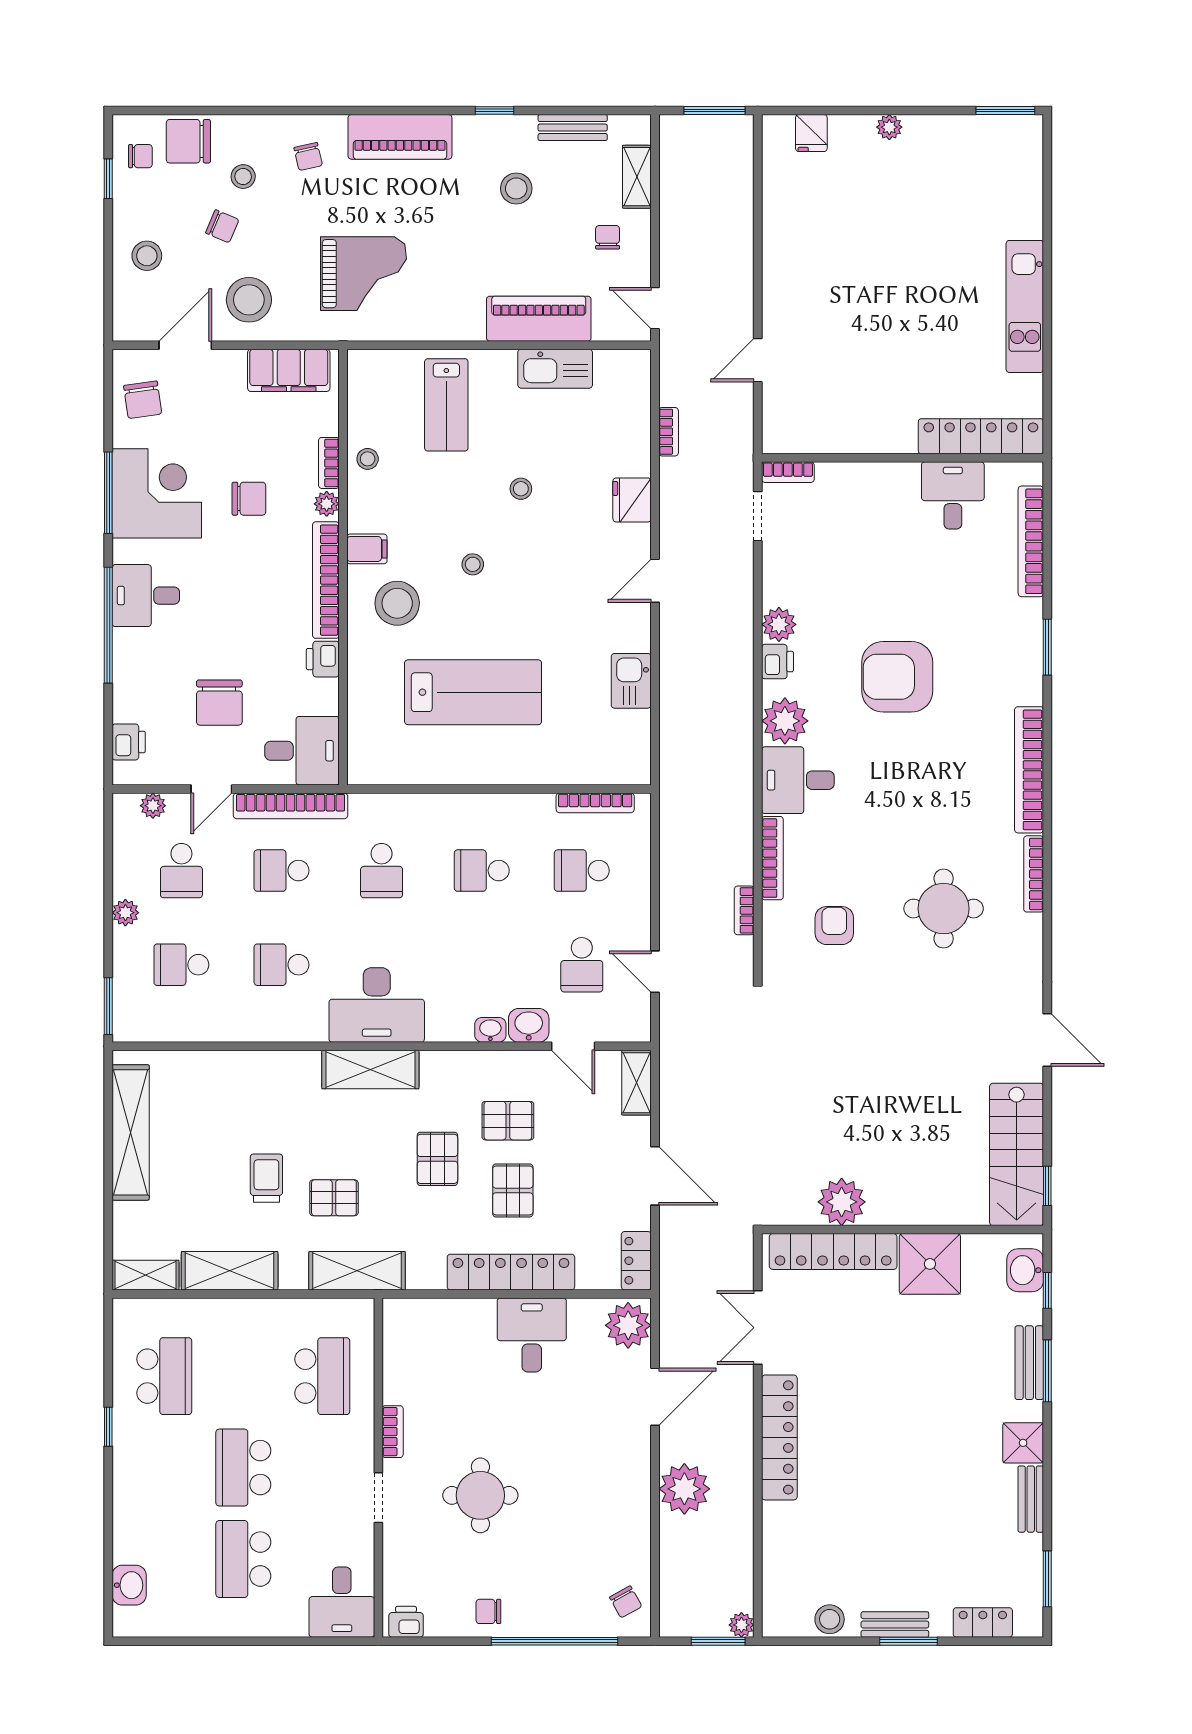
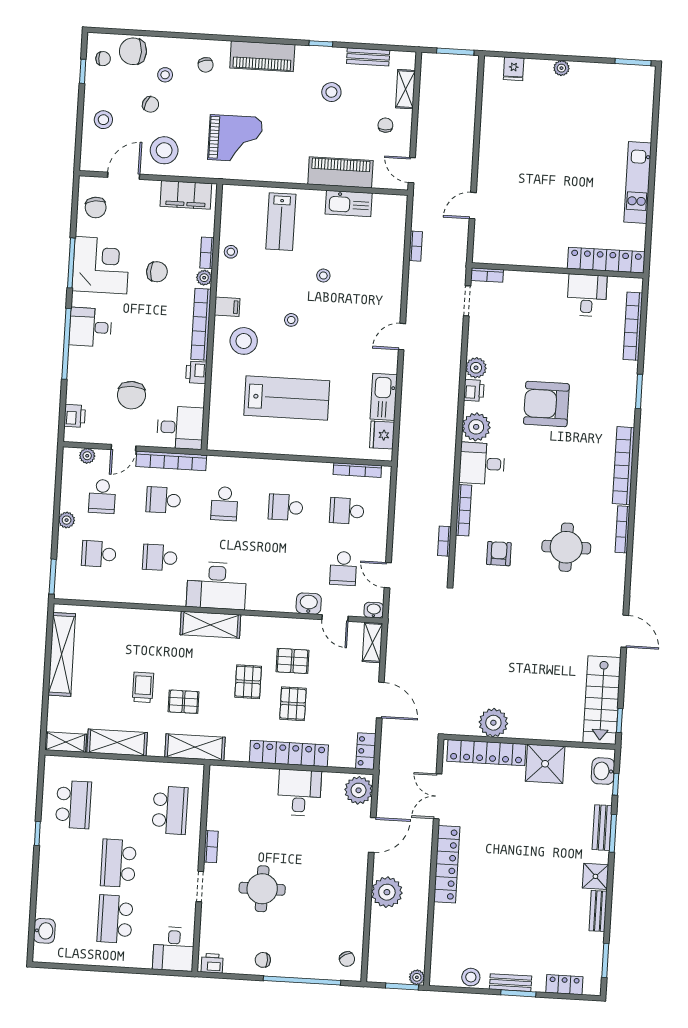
fridge: (632, 500) -> (382, 435), moved
kitchen sink: (631, 681) -> (384, 397), width x1.38
washbasin: (490, 1030) -> (374, 610), moved

